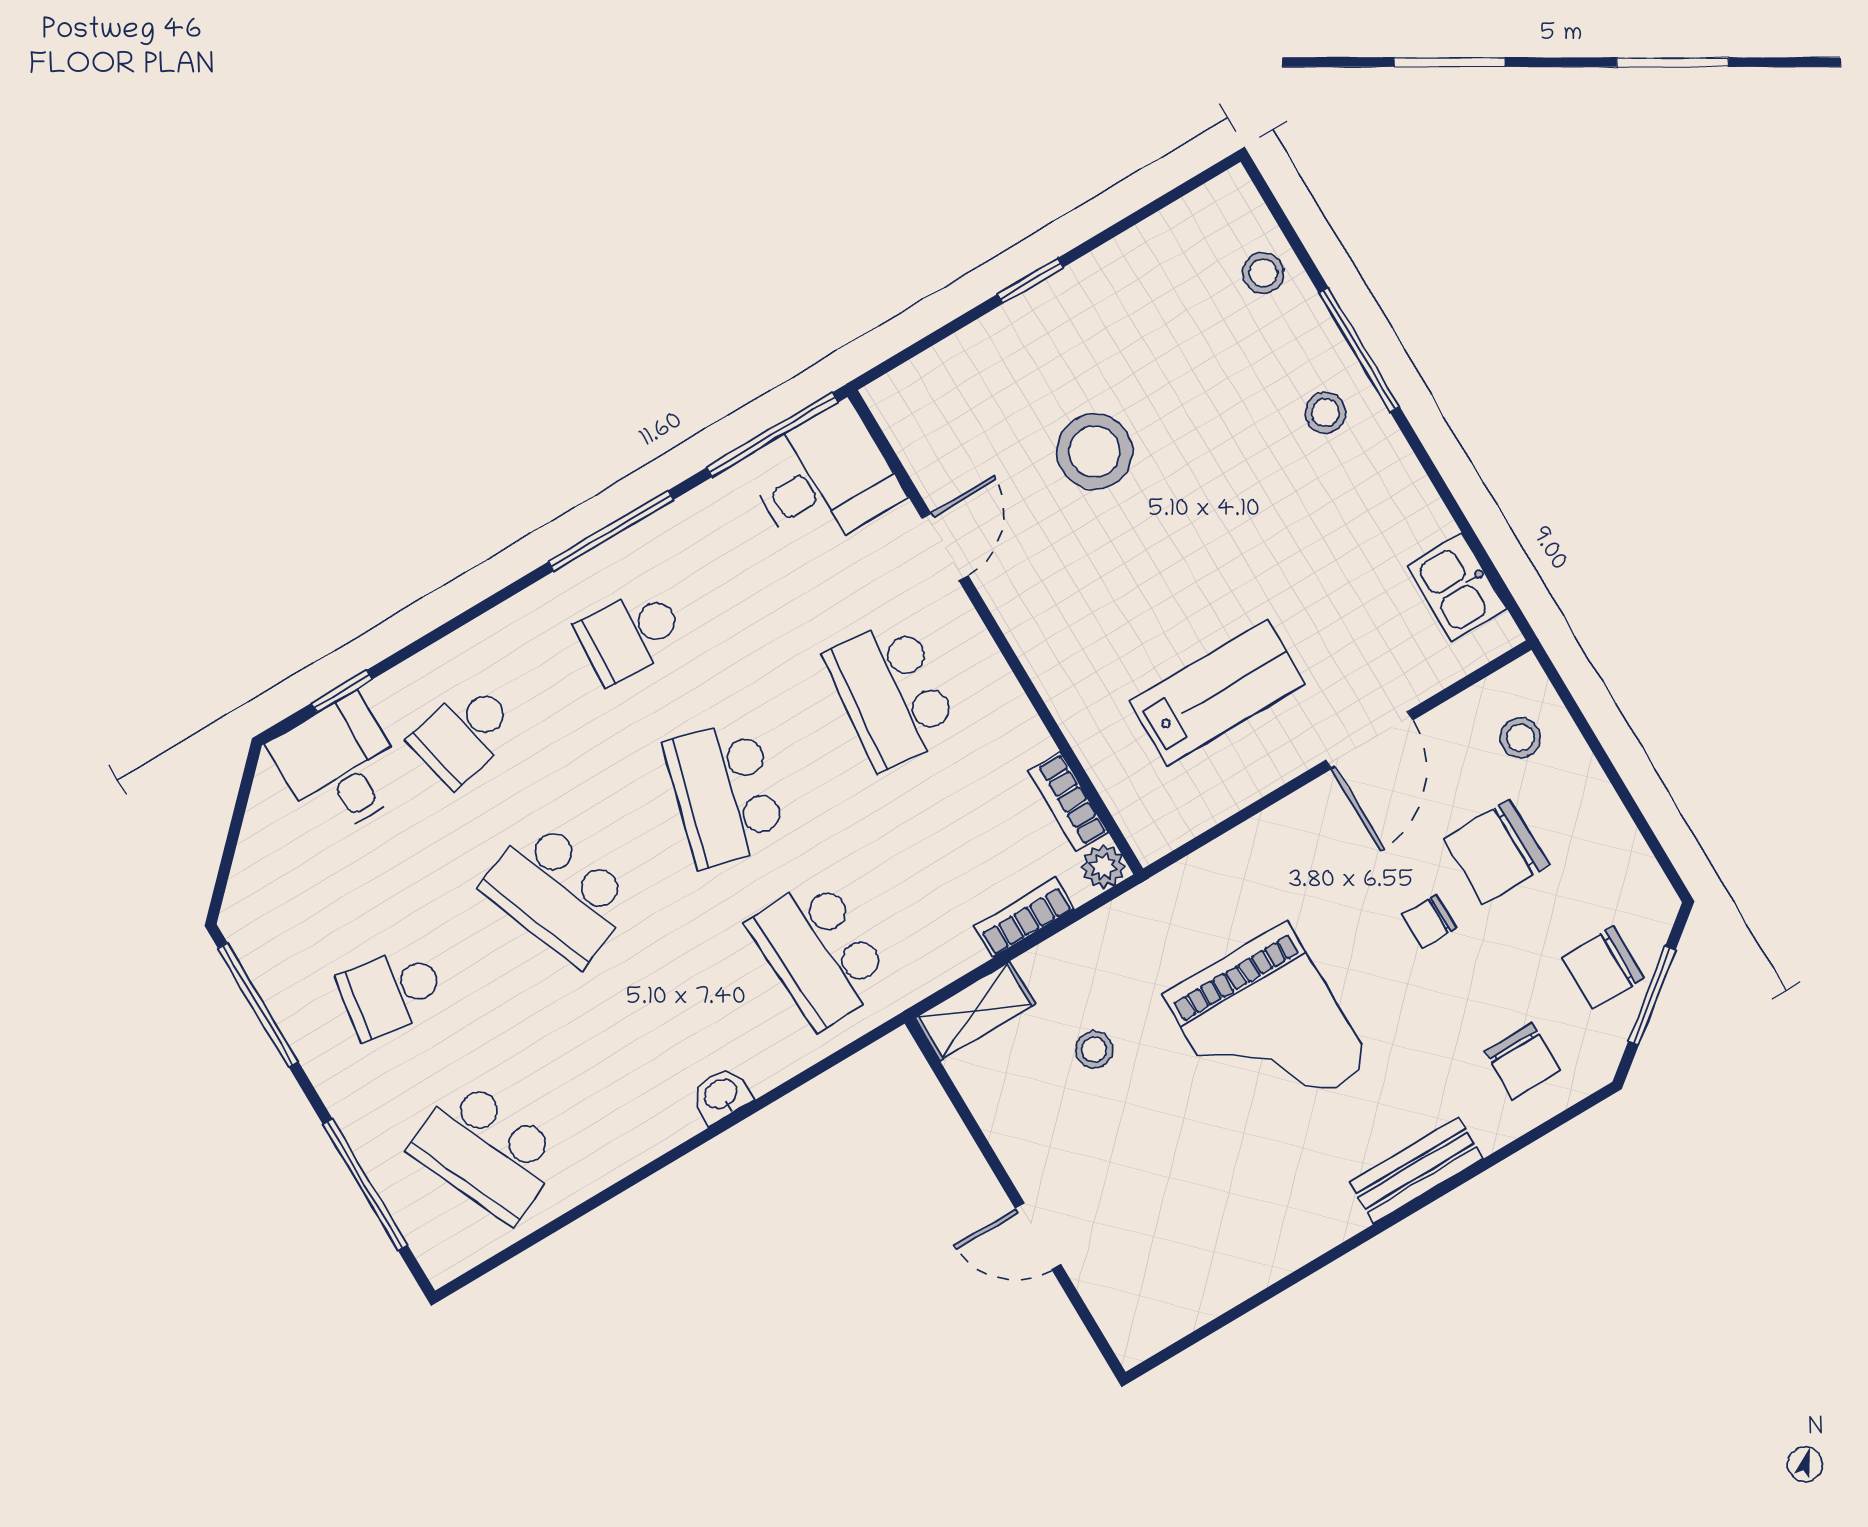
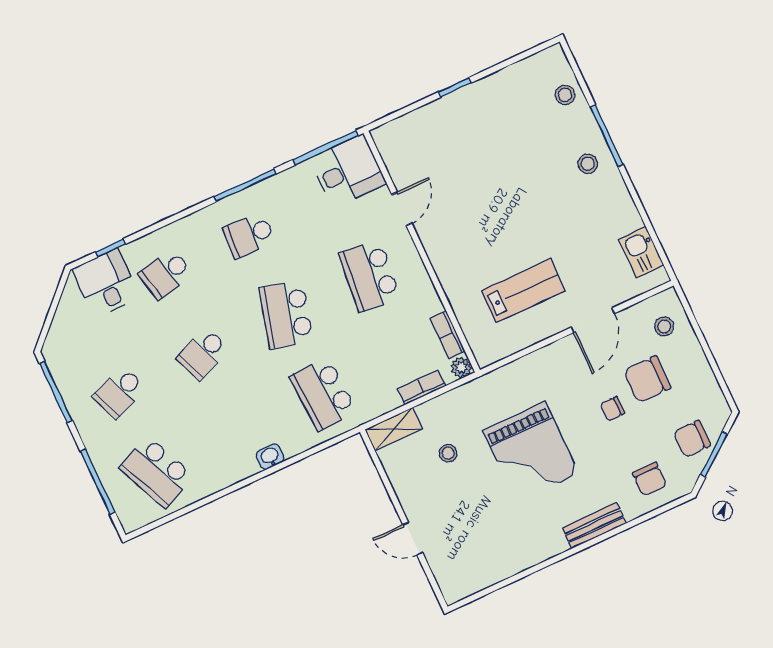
stool: (1095, 452) -> (477, 171), removed
school desk: (558, 893) -> (203, 354), width x0.54
school desk: (392, 992) -> (119, 392), turned -30

